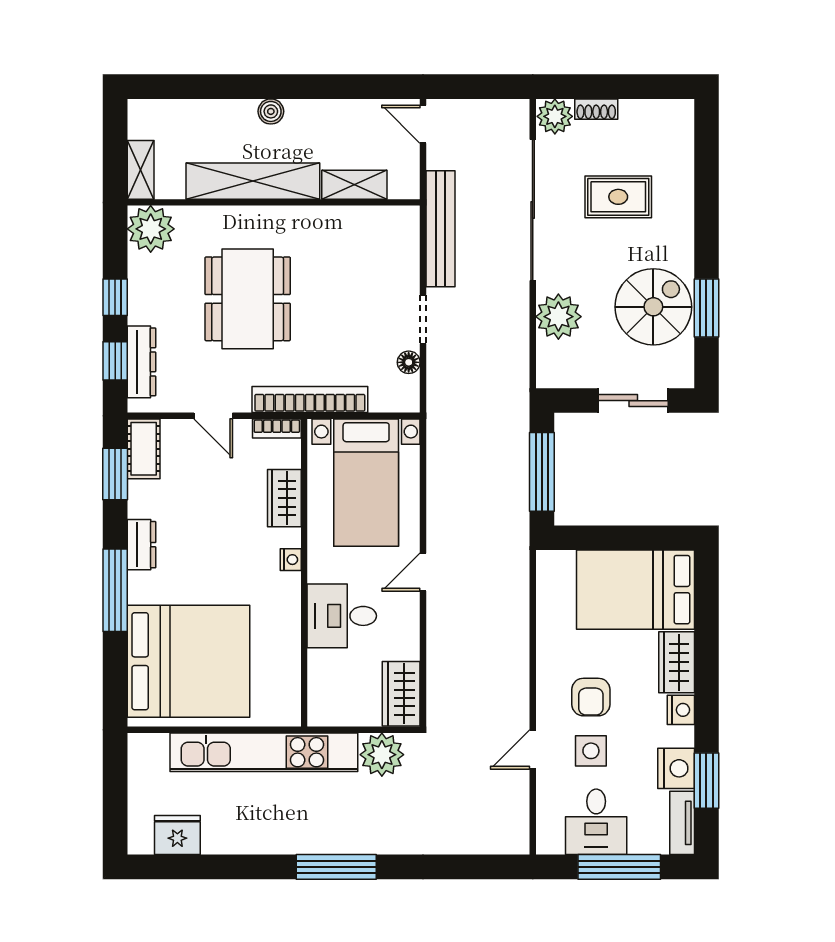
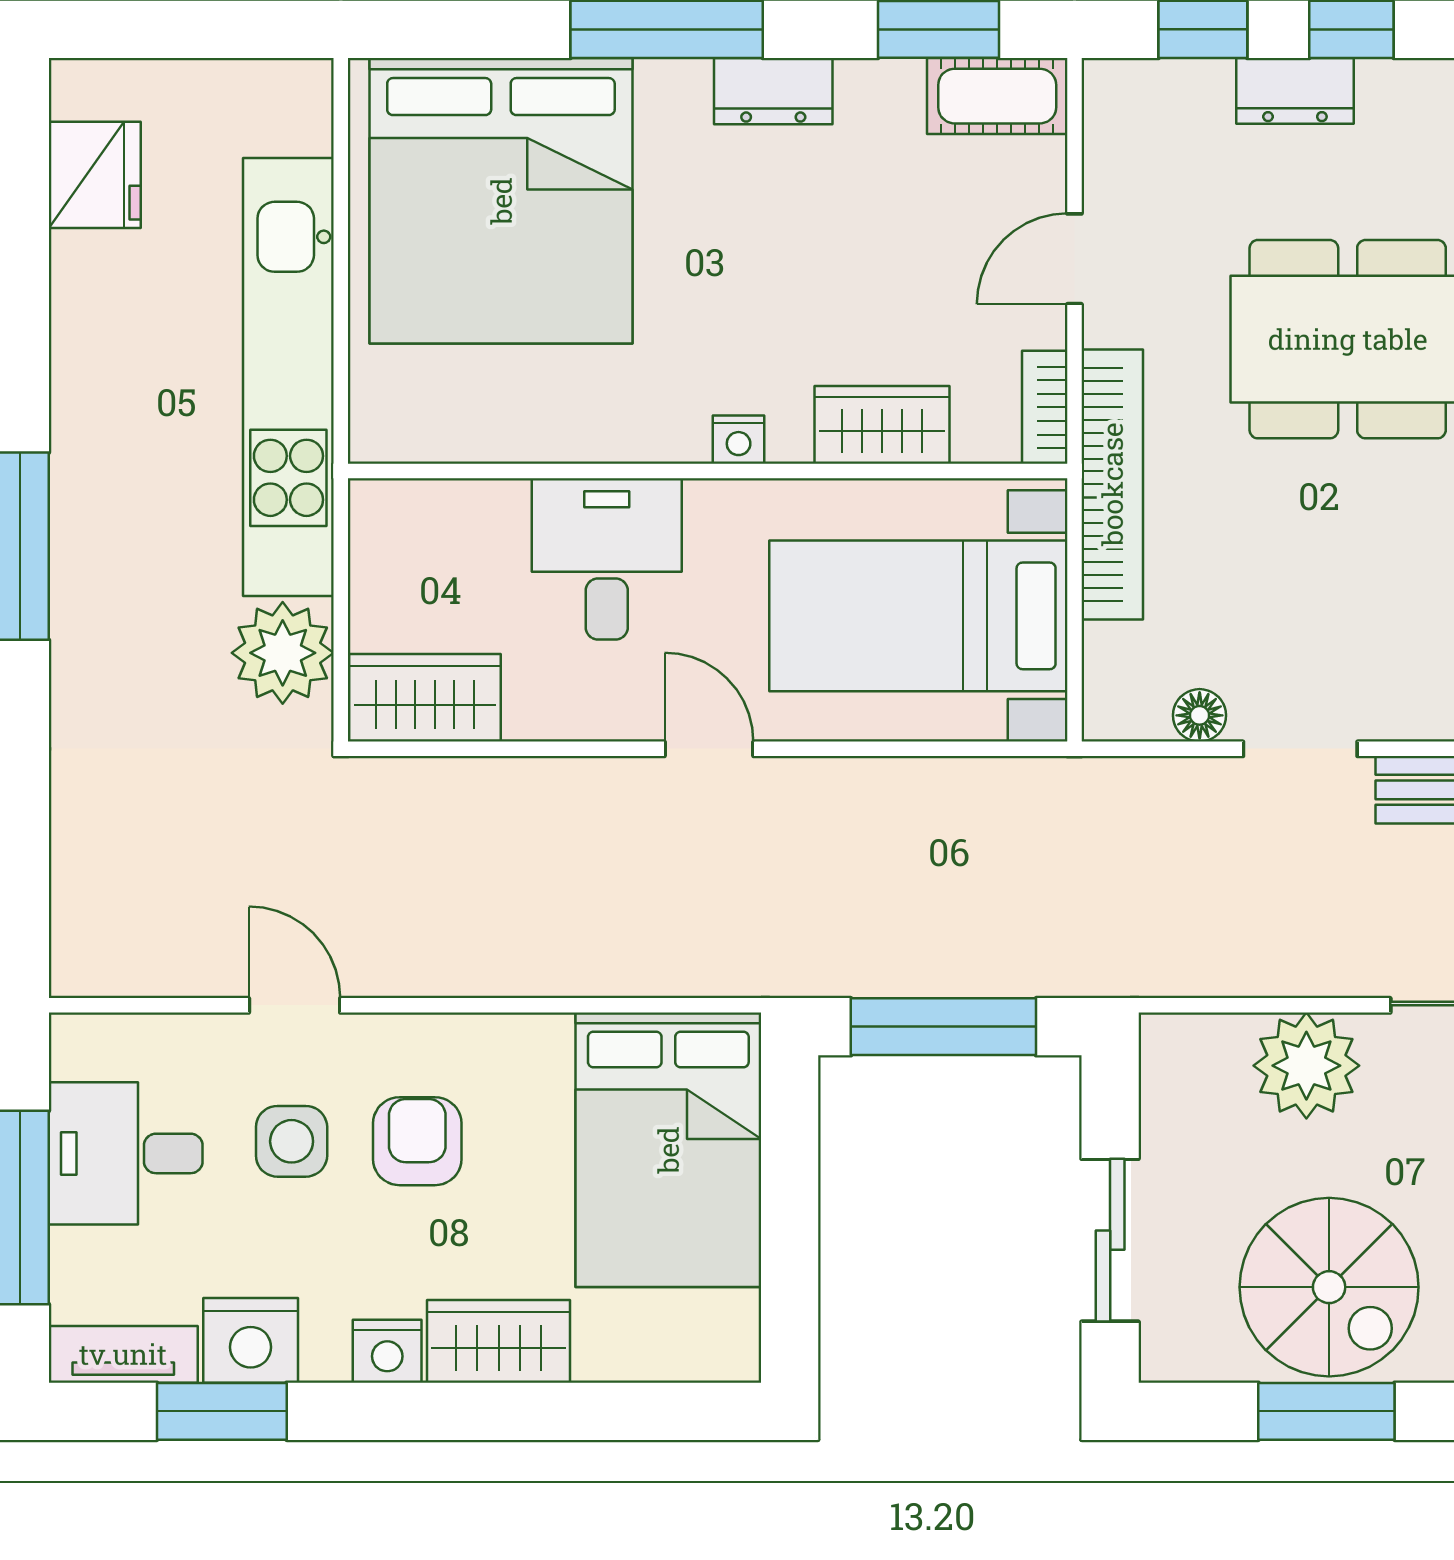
dresser: (141, 362) -> (1295, 91), moved, width x0.70
bed: (635, 590) -> (668, 1150), moved, turned 180
armchair: (591, 697) -> (417, 1141), turned 90

